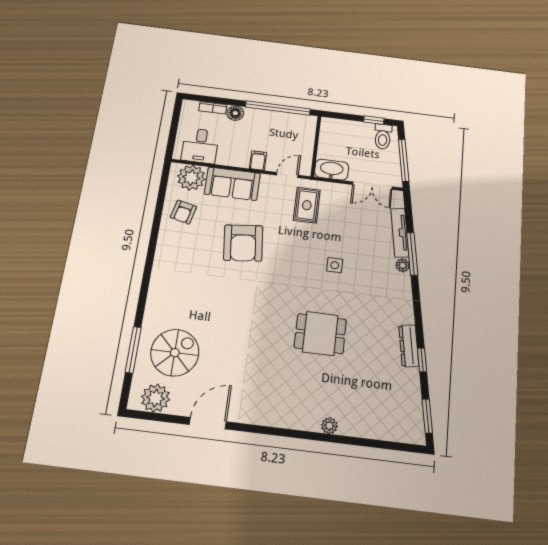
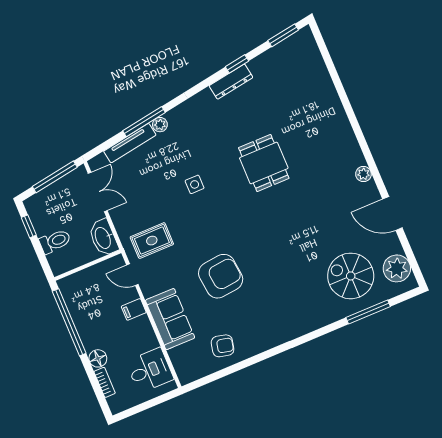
toilet: (383, 137) -> (55, 241), moved
plant: (191, 178) -> (186, 359), removed
plant: (329, 426) -> (363, 174), moved

